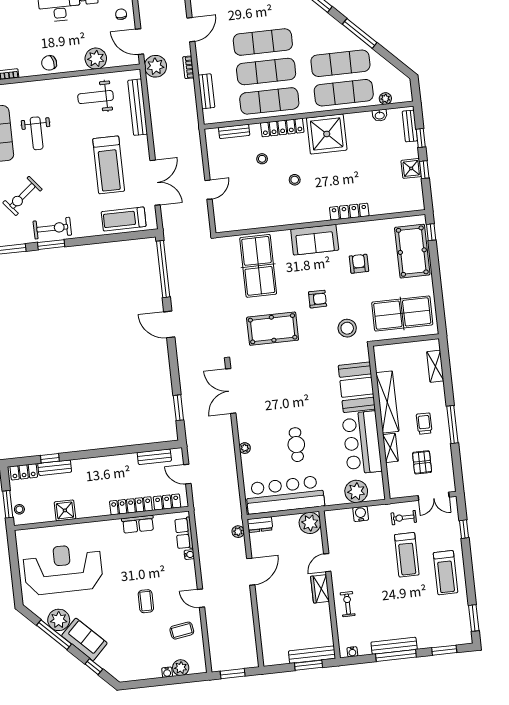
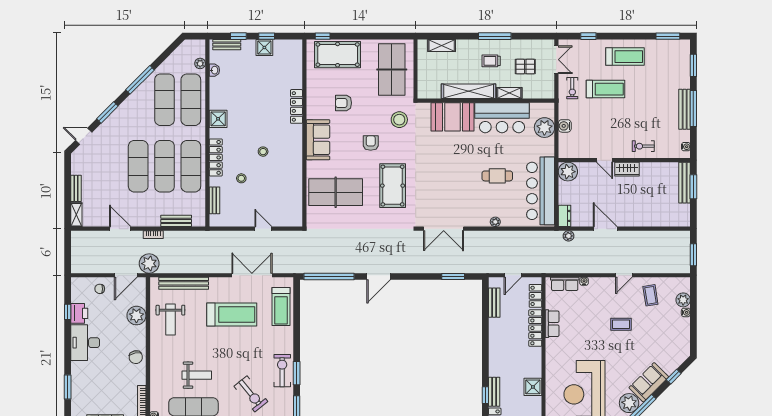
shower: (327, 134) -> (218, 119), width x0.54, depth x0.54

